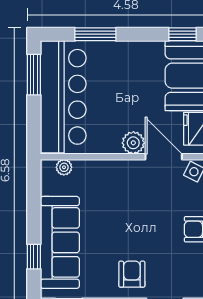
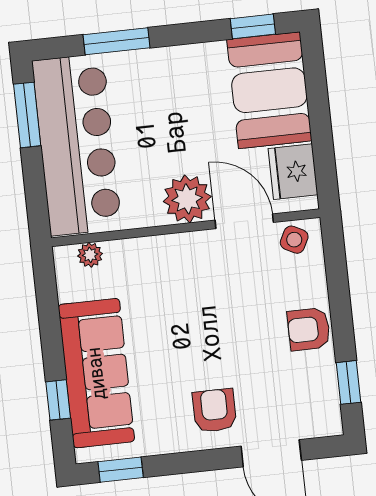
plant: (133, 143) -> (187, 199), width x1.36, depth x1.36

